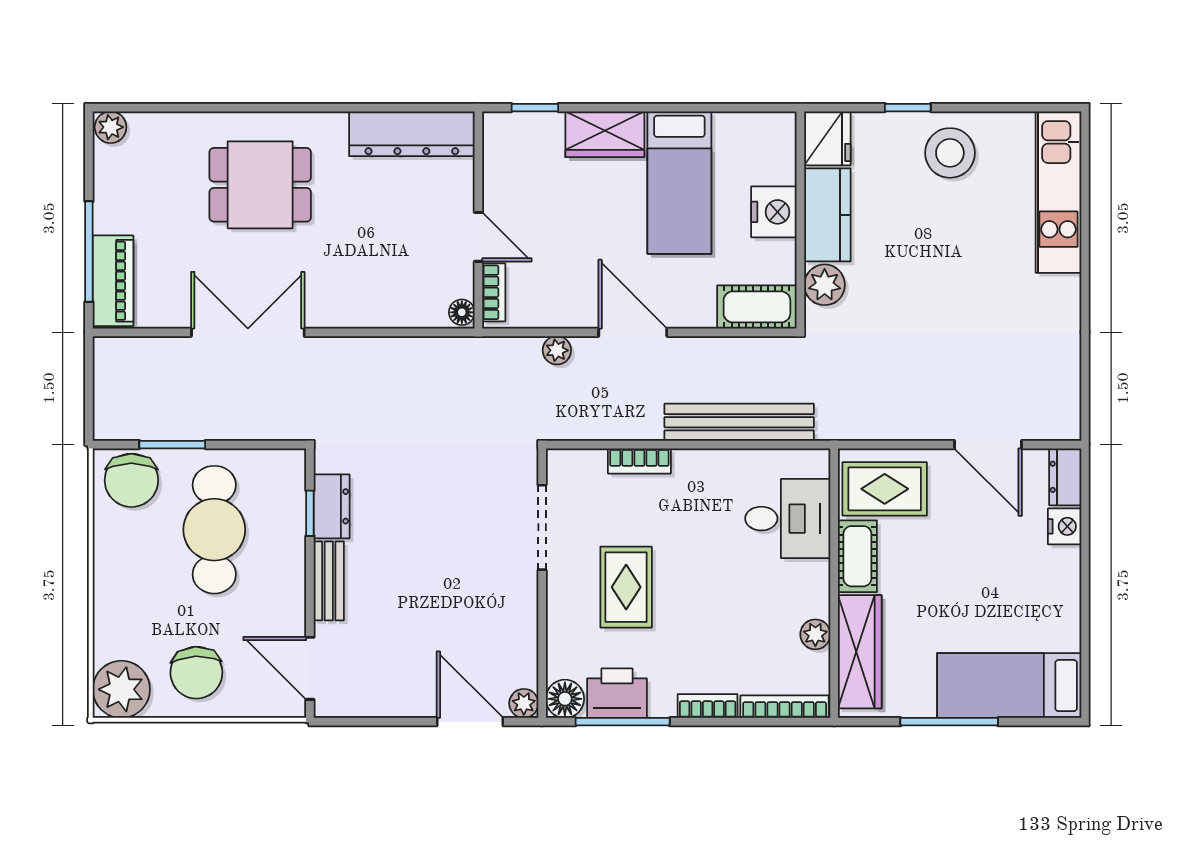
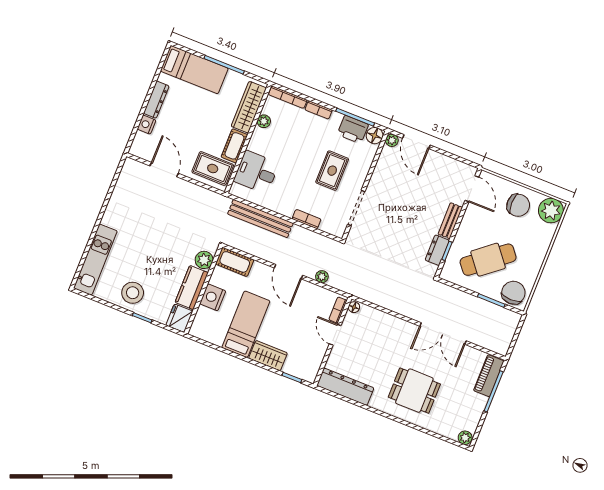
dresser: (1065, 477) -> (156, 100), moved, width x1.44
cafe table: (214, 530) -> (488, 260), turned 51
chair: (196, 673) -> (518, 205), turned 92

